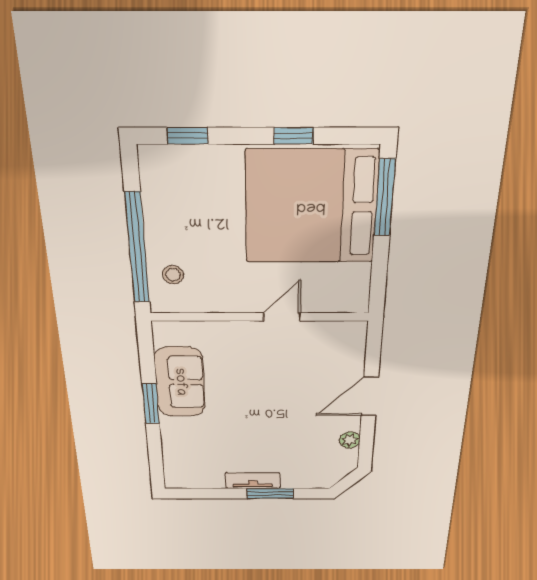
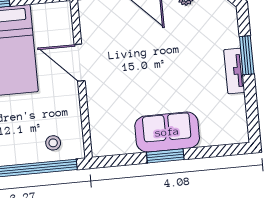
door: (282, 317) -> (80, 63), width x1.37
sofa: (180, 382) -> (167, 132), moved

